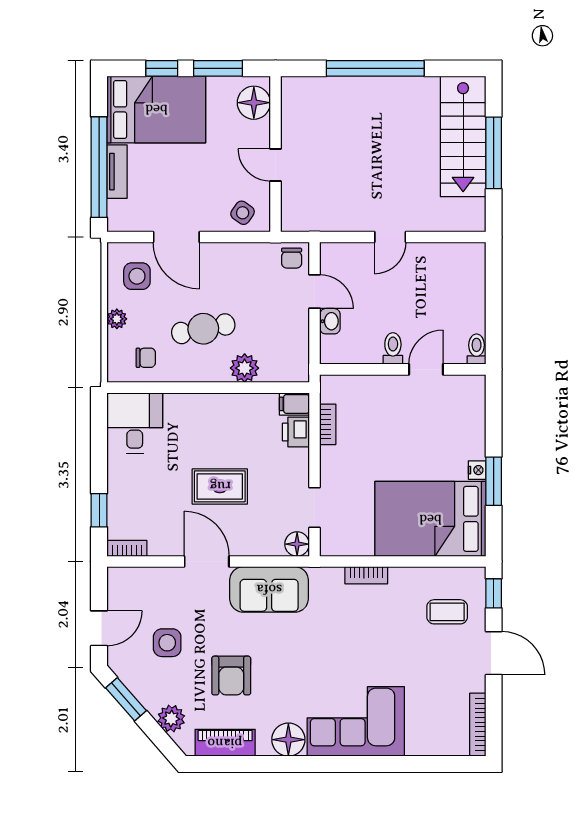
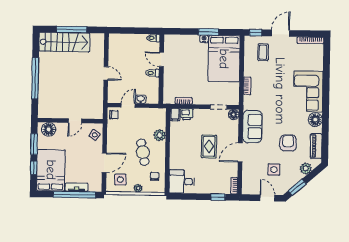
armchair: (231, 676) -> (288, 143), turned -90

